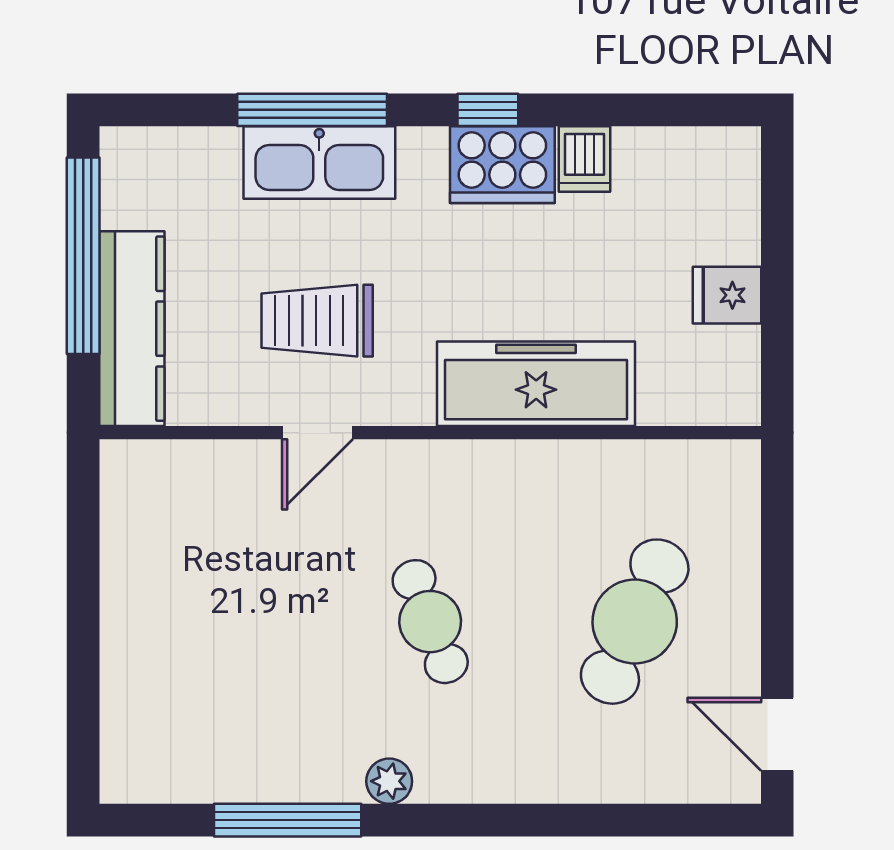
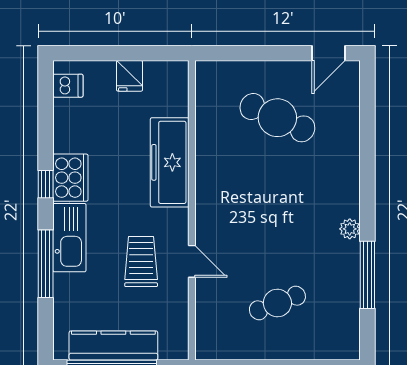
dishwasher: (585, 159) -> (68, 86), moved
kitchen sink: (319, 162) -> (69, 238), moved
trolley: (317, 321) -> (141, 262), turned 180
kitchen counter: (132, 329) -> (113, 346), moved
cafe table: (430, 622) -> (277, 303), moved

